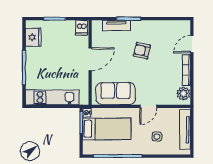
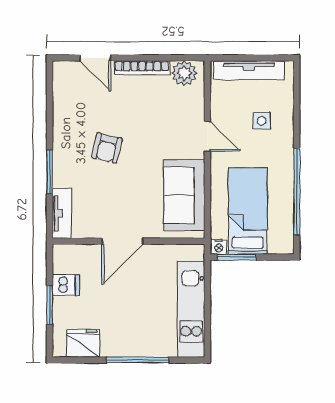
tv unit: (117, 25) -> (62, 213), moved
dishwasher: (82, 28) -> (66, 285), moved
door: (90, 59) -> (122, 241), swing flipped

